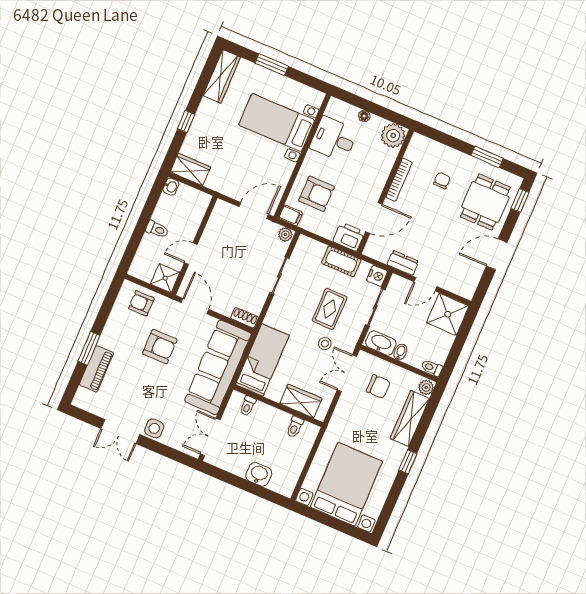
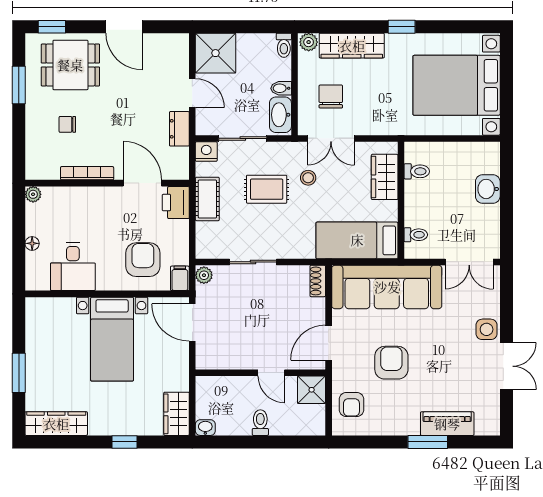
bed with nightstands: (277, 123) -> (112, 339), moved
plant: (393, 136) -> (33, 194), width x0.53, depth x0.53

